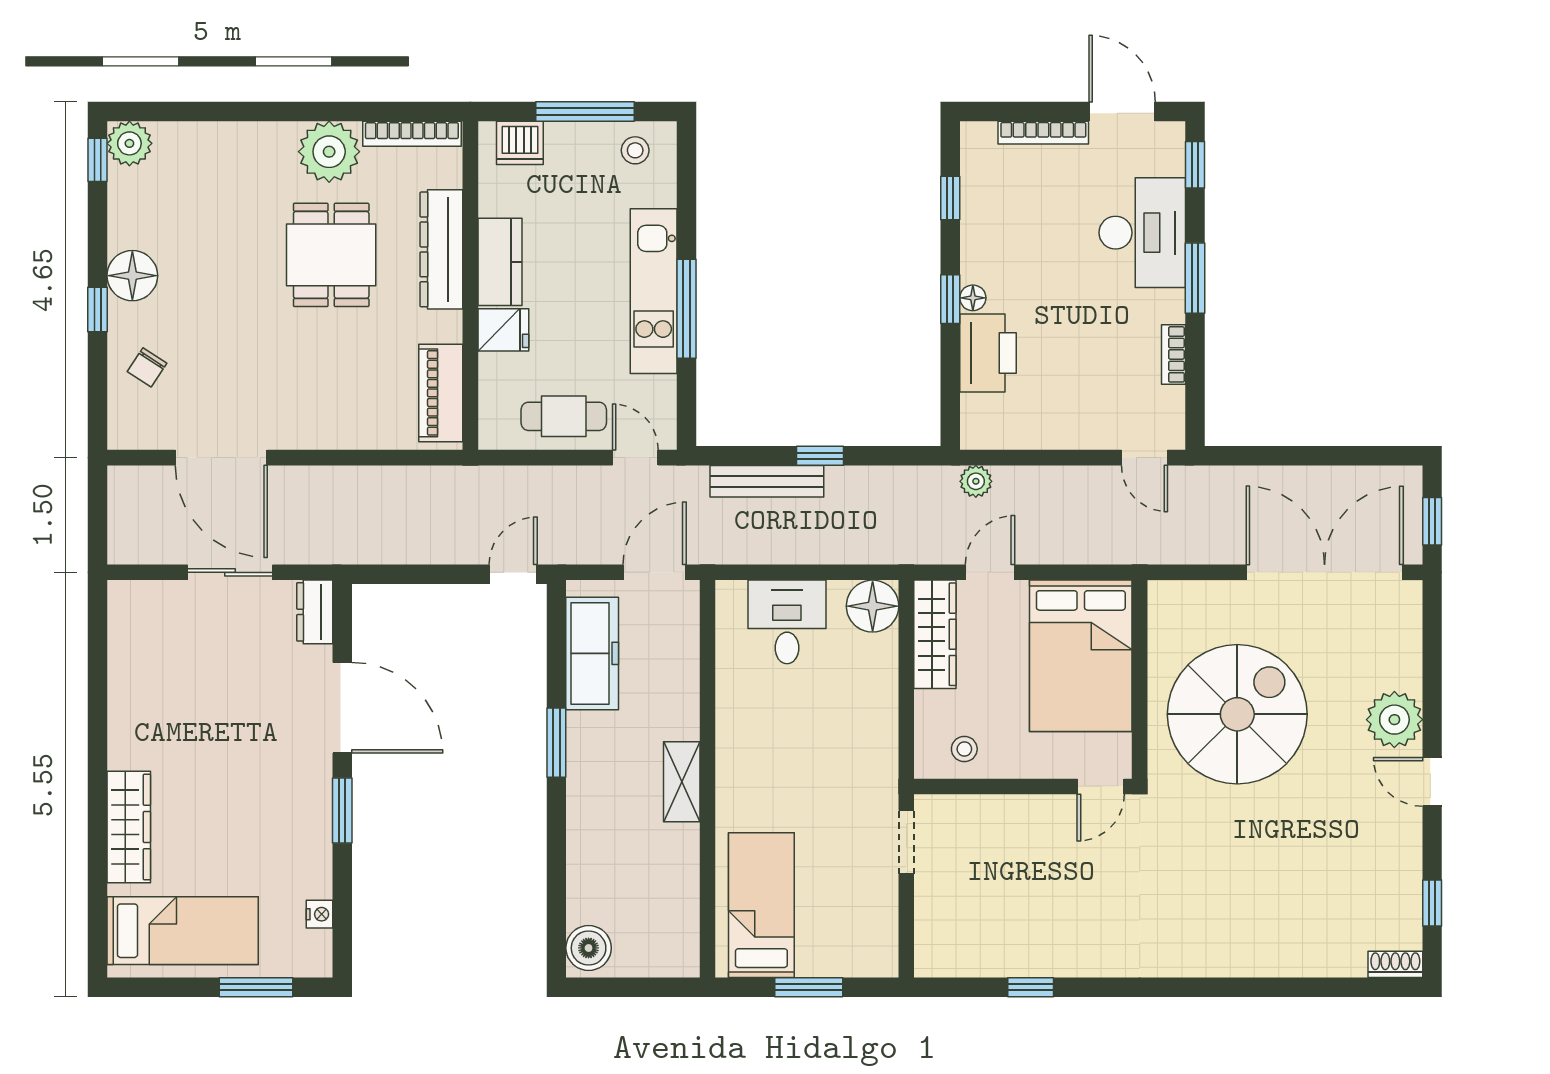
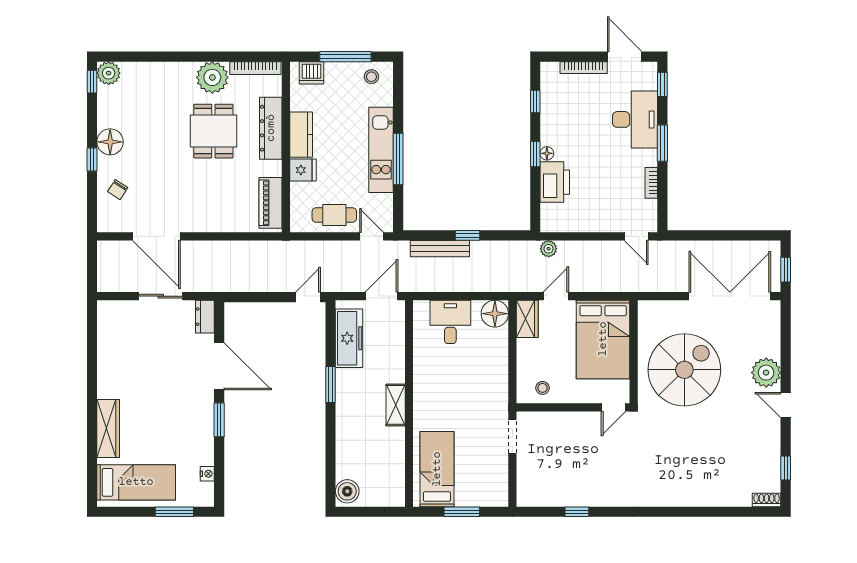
wardrobe: (935, 634) -> (527, 319), width x0.67

